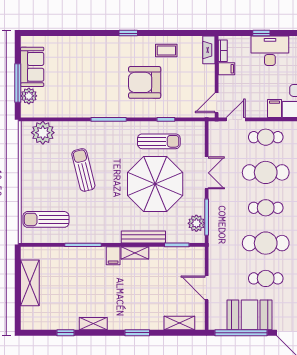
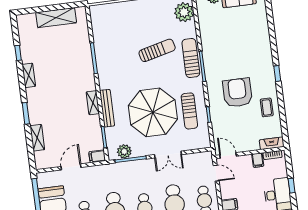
sun lounger: (46, 219) -> (191, 58), moved
filing cabinet: (113, 256) -> (97, 156), moved
shelving: (179, 323) -> (37, 138), moved

